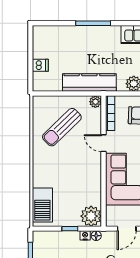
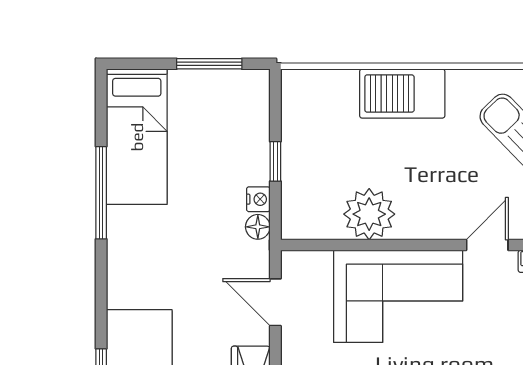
barbecue: (42, 205) -> (402, 94), moved
plant: (91, 216) -> (369, 214), moved

